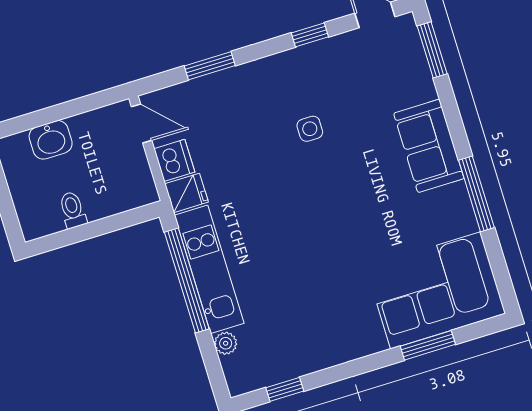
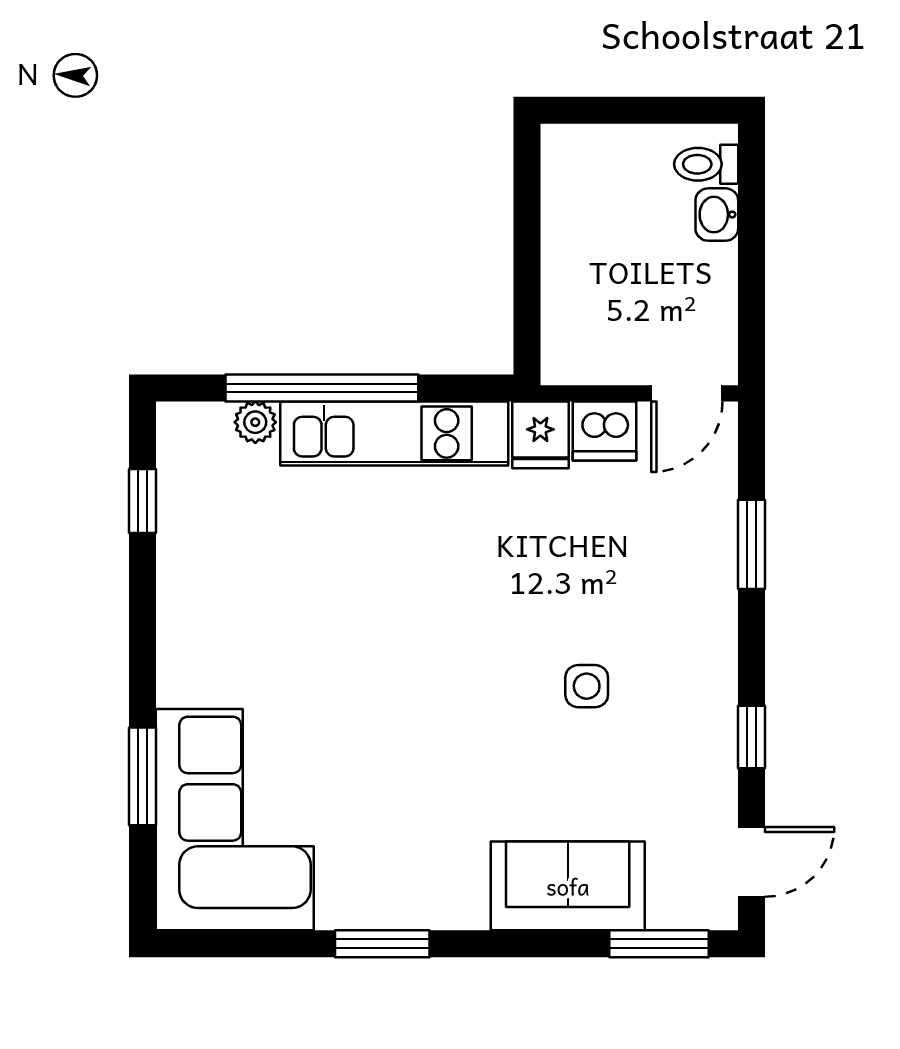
washbasin: (51, 140) -> (717, 215), width x0.72, depth x0.69
sofa: (429, 146) -> (568, 886), moved
window: (476, 194) -> (382, 944), width x0.69
toilet: (73, 210) -> (706, 164), moved, turned 180
window: (187, 281) -> (322, 388), moved

